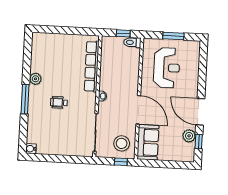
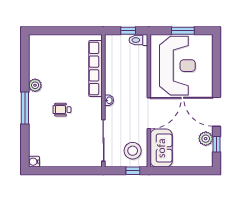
reception desk: (167, 68) -> (177, 66), width x1.36, depth x1.30
door: (138, 110) -> (149, 113), hinge flipped

